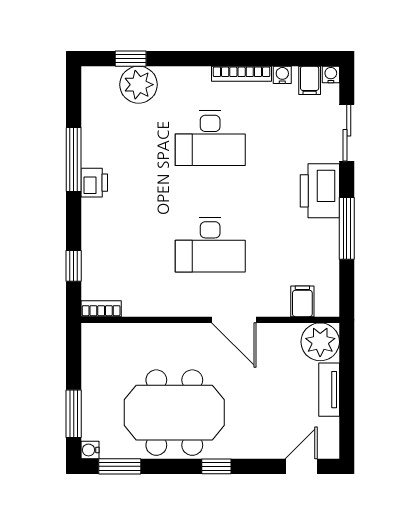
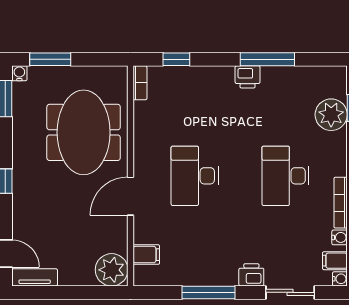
printer: (320, 191) -> (251, 275), width x0.53, depth x0.68
tv unit: (329, 390) -> (35, 277), moved
meeting table: (174, 413) -> (84, 132), moved

